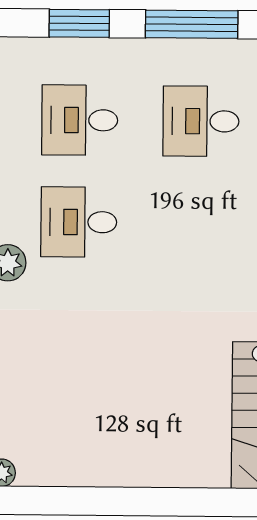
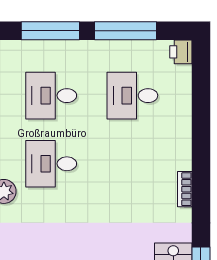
window: (79, 23) -> (50, 31), width x1.44

